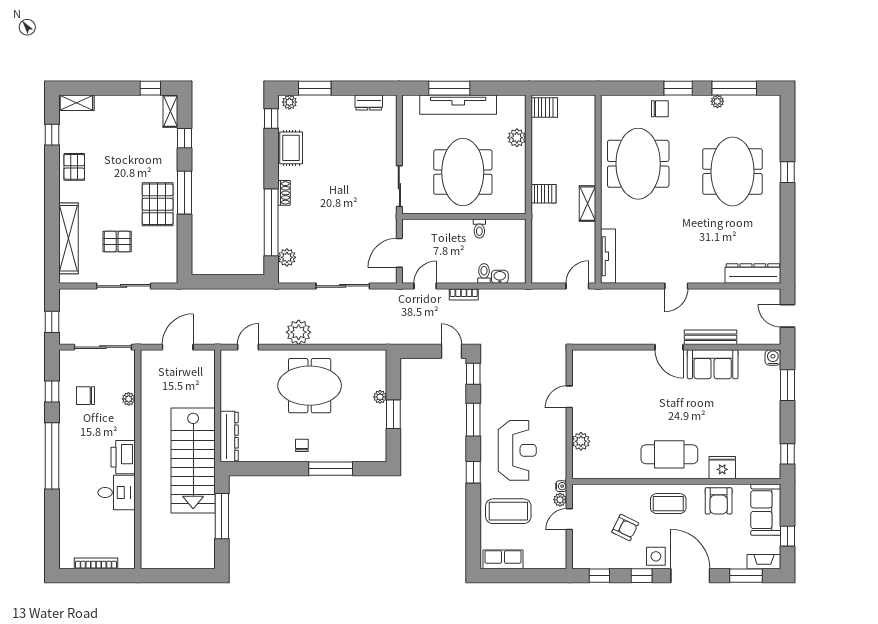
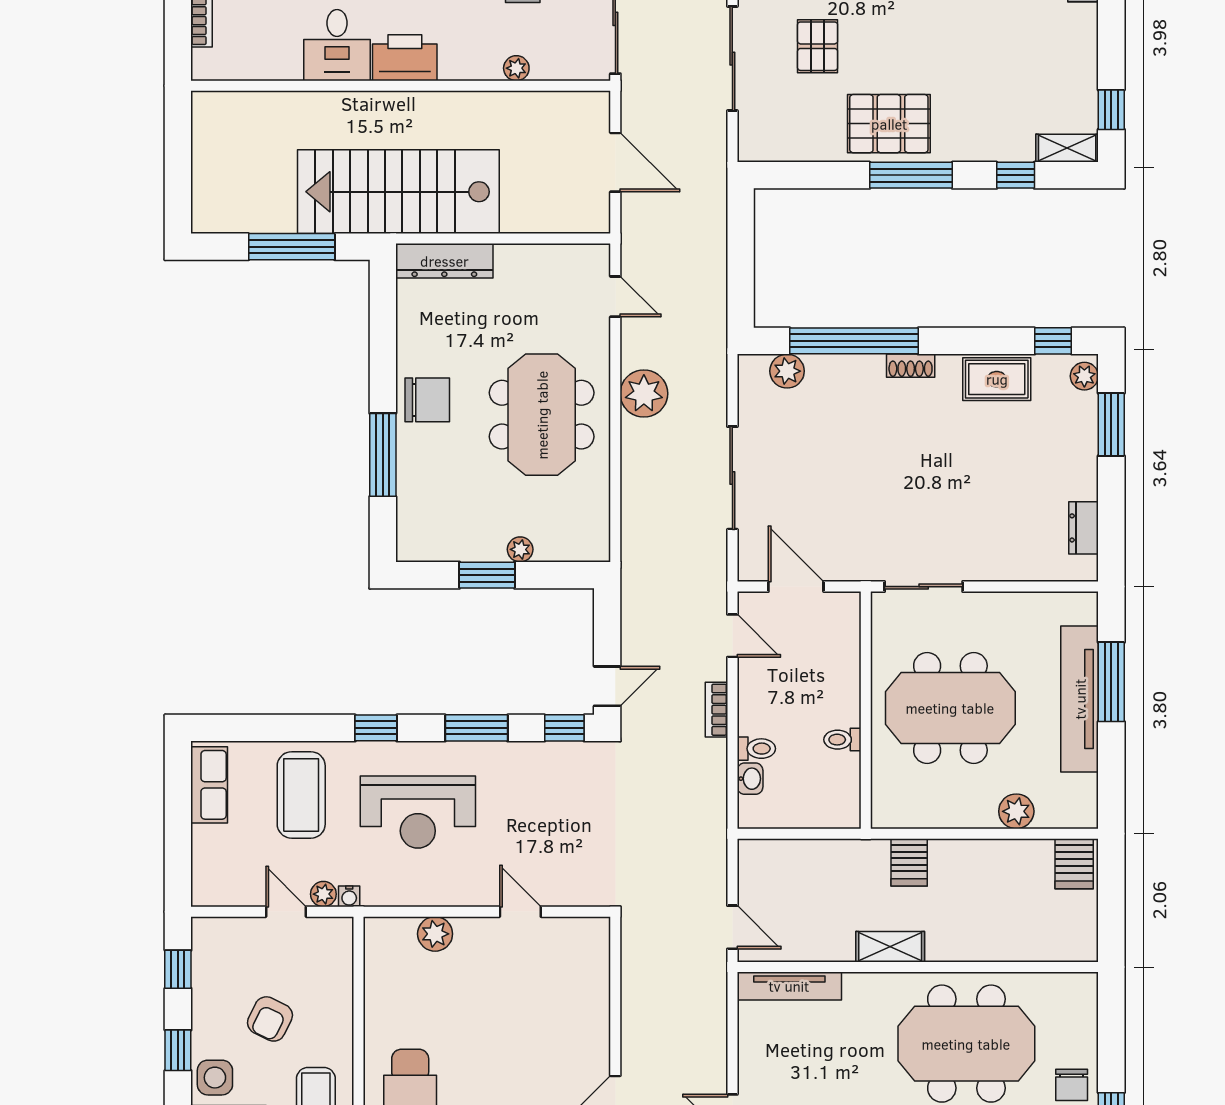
chair: (302, 445) -> (427, 400), width x1.87, depth x1.87

